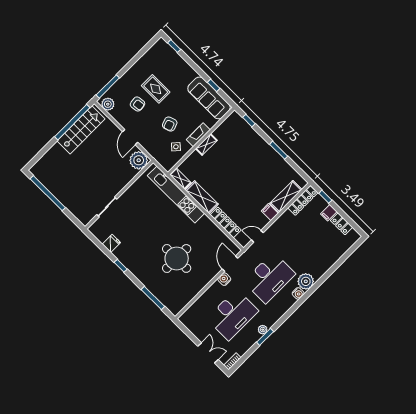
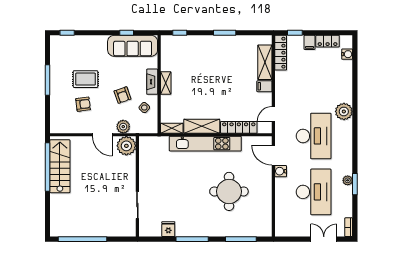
window: (108, 86) -> (47, 80), moved
plant: (108, 104) -> (123, 127), moved
kitchen unit: (176, 195) -> (205, 144), moved
window: (121, 266) -> (192, 239), width x2.17
water cooler: (298, 293) -> (347, 54), moved

